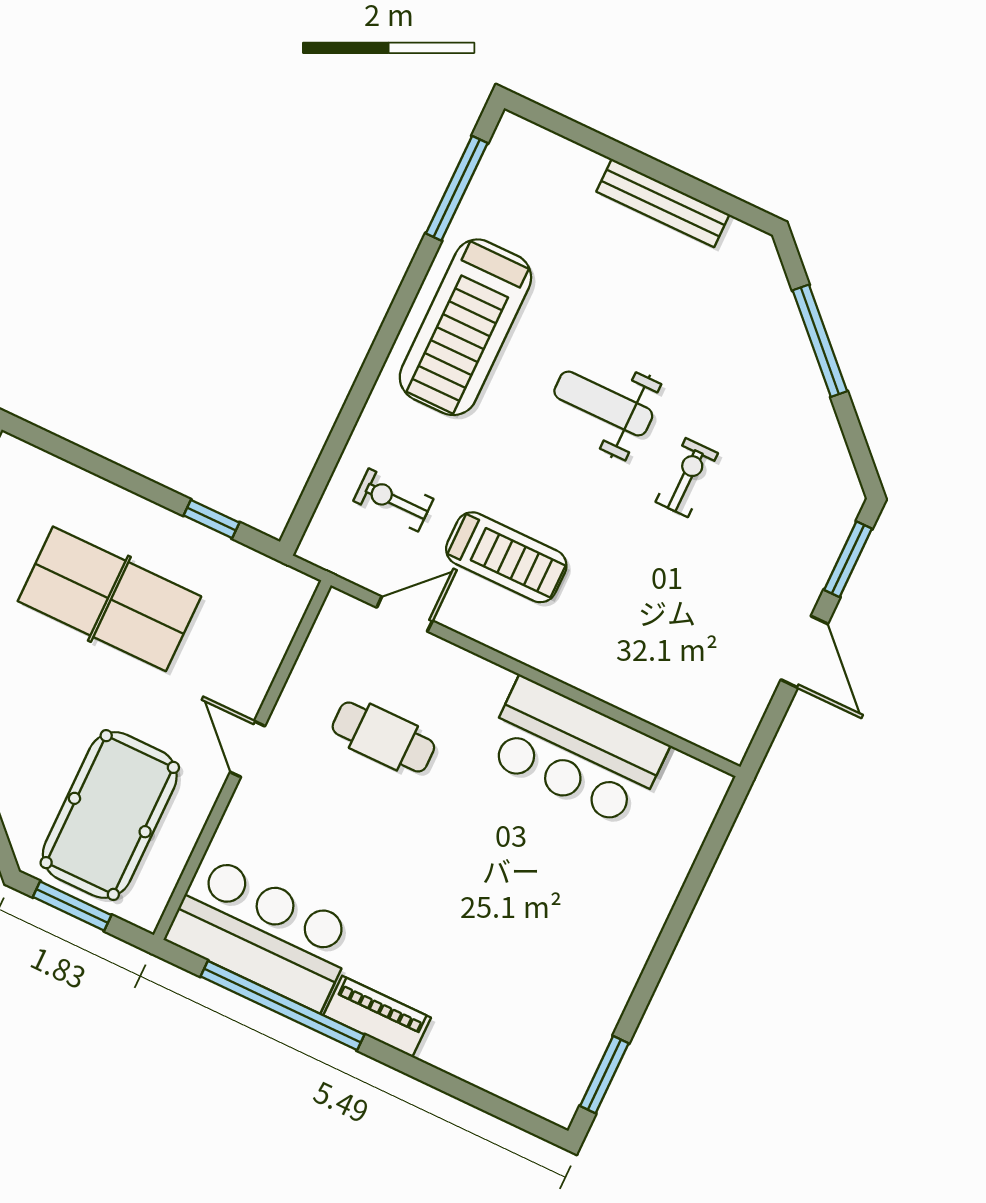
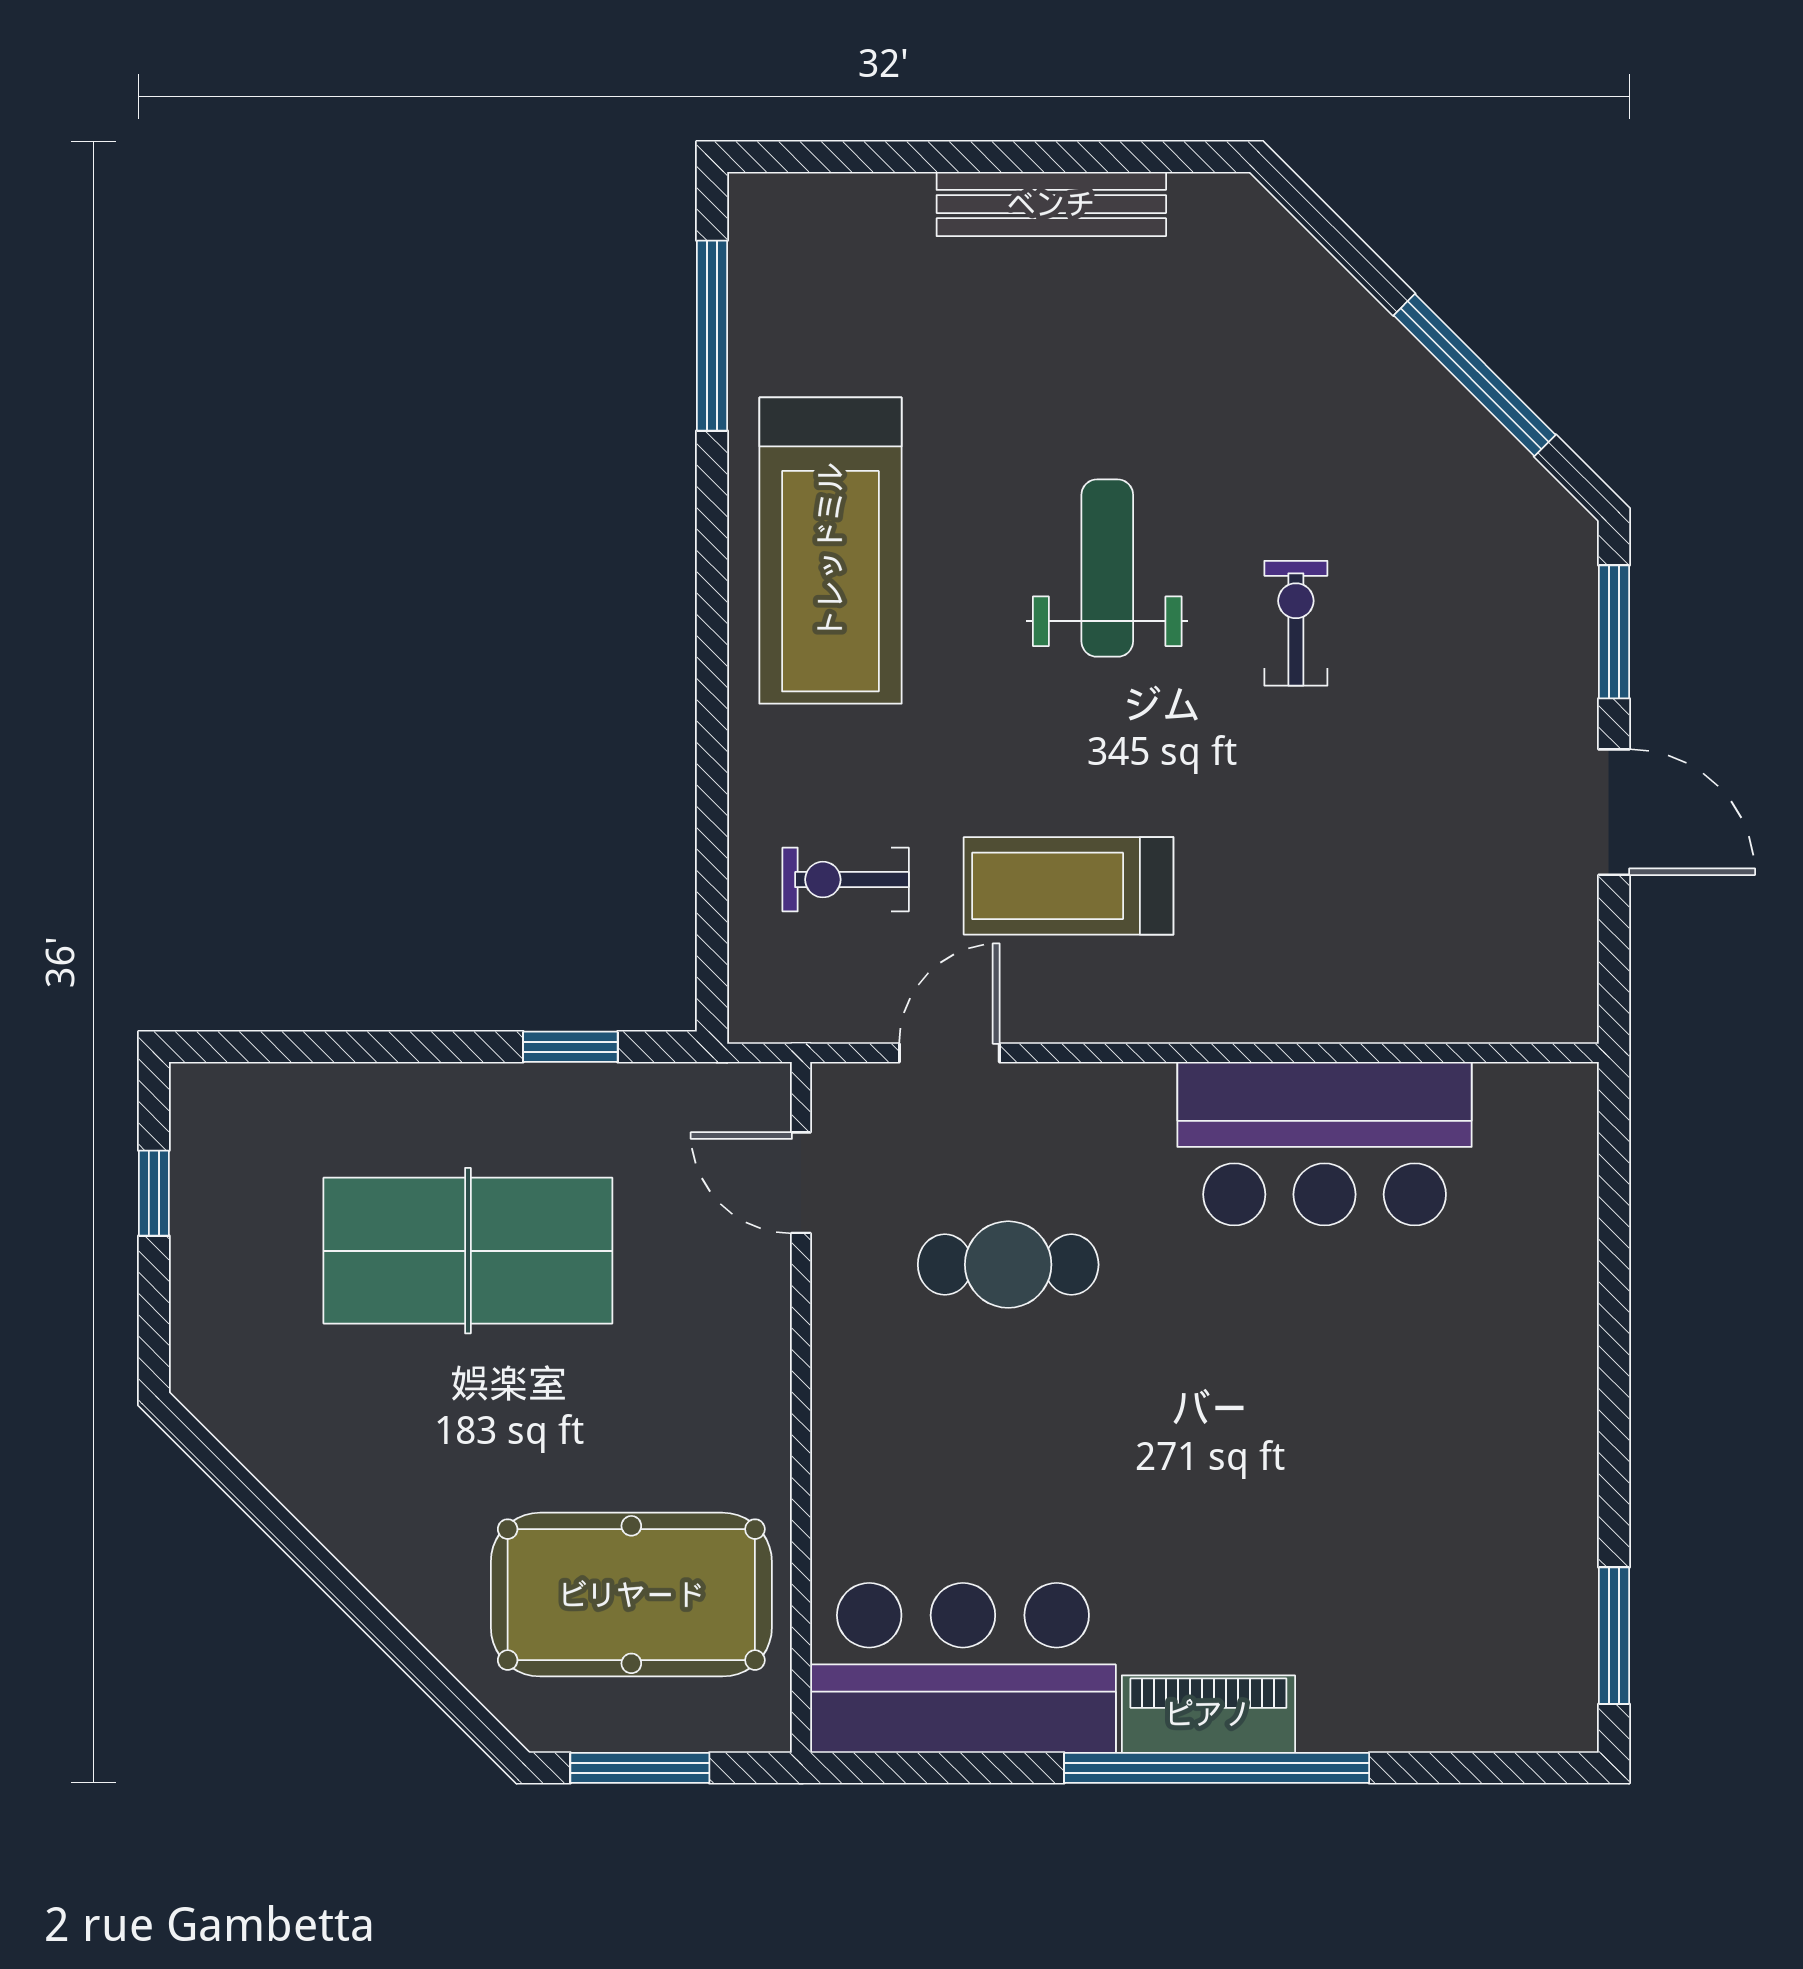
window: (820, 341) -> (1475, 375), moved
weight bench: (603, 403) -> (1107, 568), turned 90
treadmill: (506, 557) -> (1069, 886), turned 180
door: (248, 749) -> (801, 1183), moved
pool table: (110, 815) -> (631, 1595), turned 90
window: (282, 1006) -> (1217, 1768), moved

